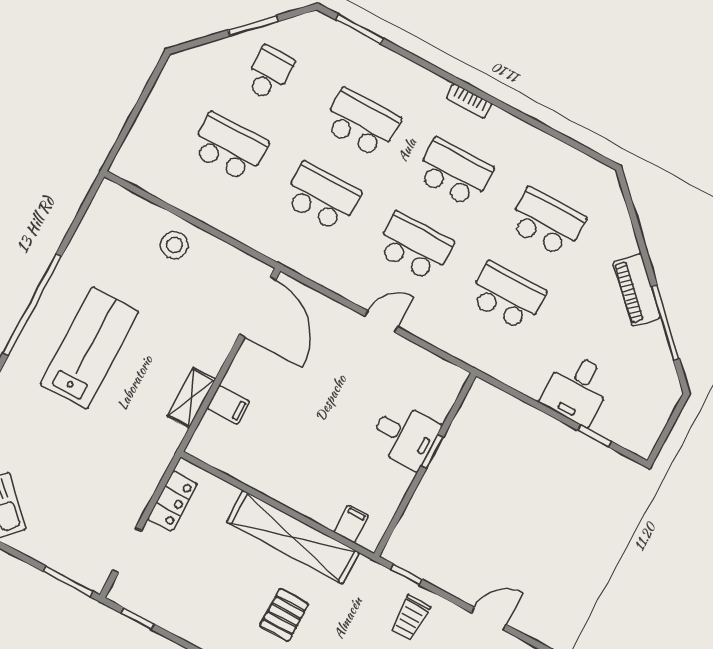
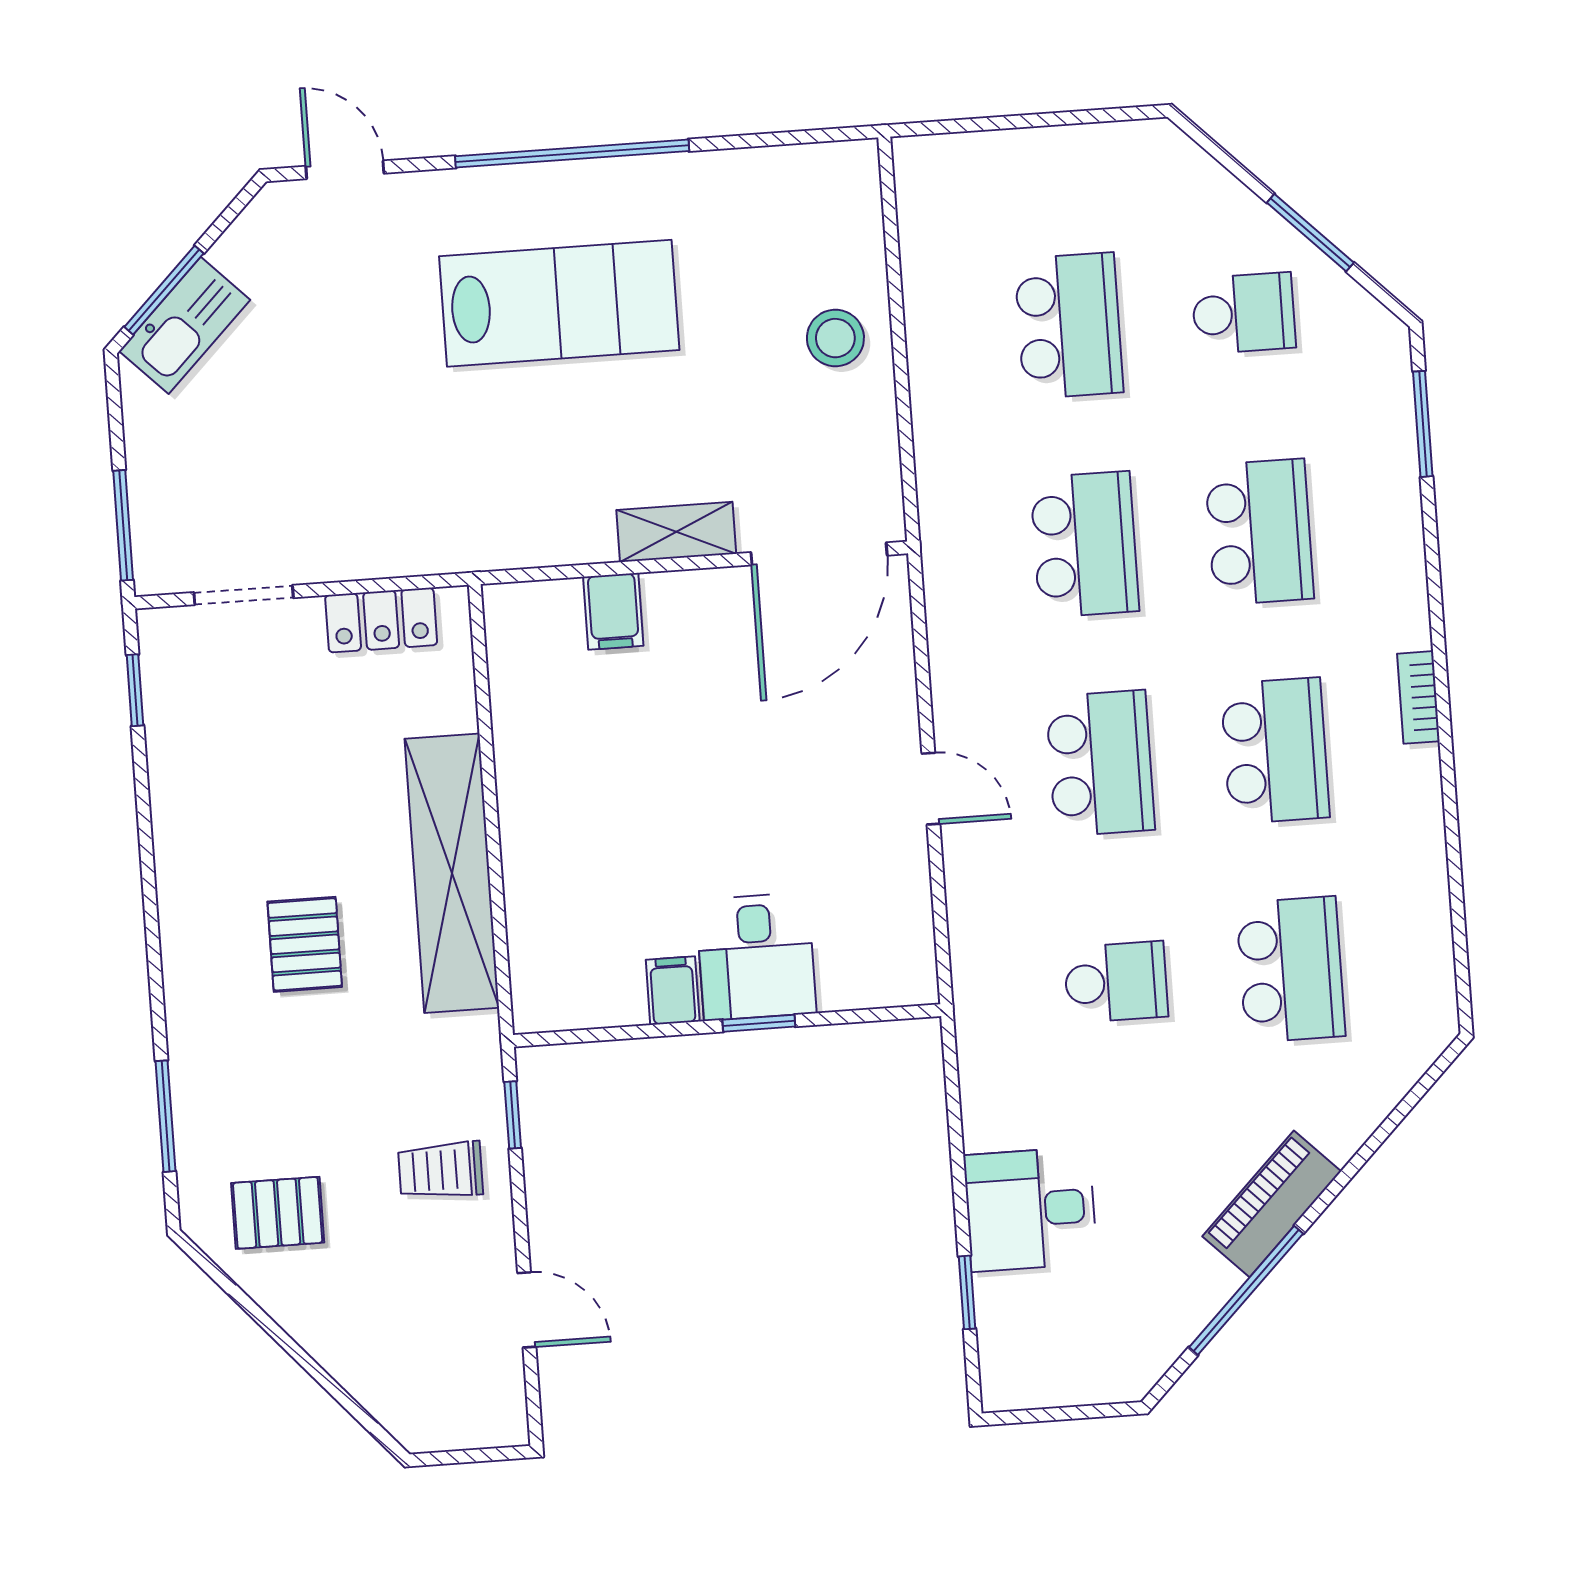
school desk: (507, 296) -> (1116, 982), width x0.54
shelving: (191, 398) -> (676, 532), moved
filing cabinet: (351, 524) -> (673, 991), moved, turned -90
pallet: (284, 615) -> (305, 944), turned 90

